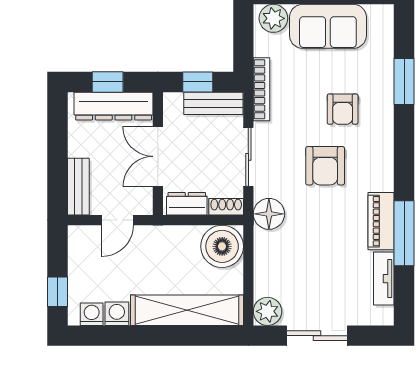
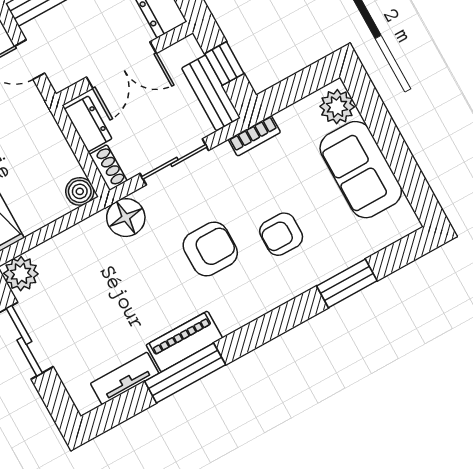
bookcase: (261, 89) -> (254, 136), width x0.64
double door: (158, 156) -> (121, 65), swing flipped
armchair: (325, 166) -> (210, 249), turned 180
boiler: (222, 246) -> (80, 191), width x0.54, depth x0.54

